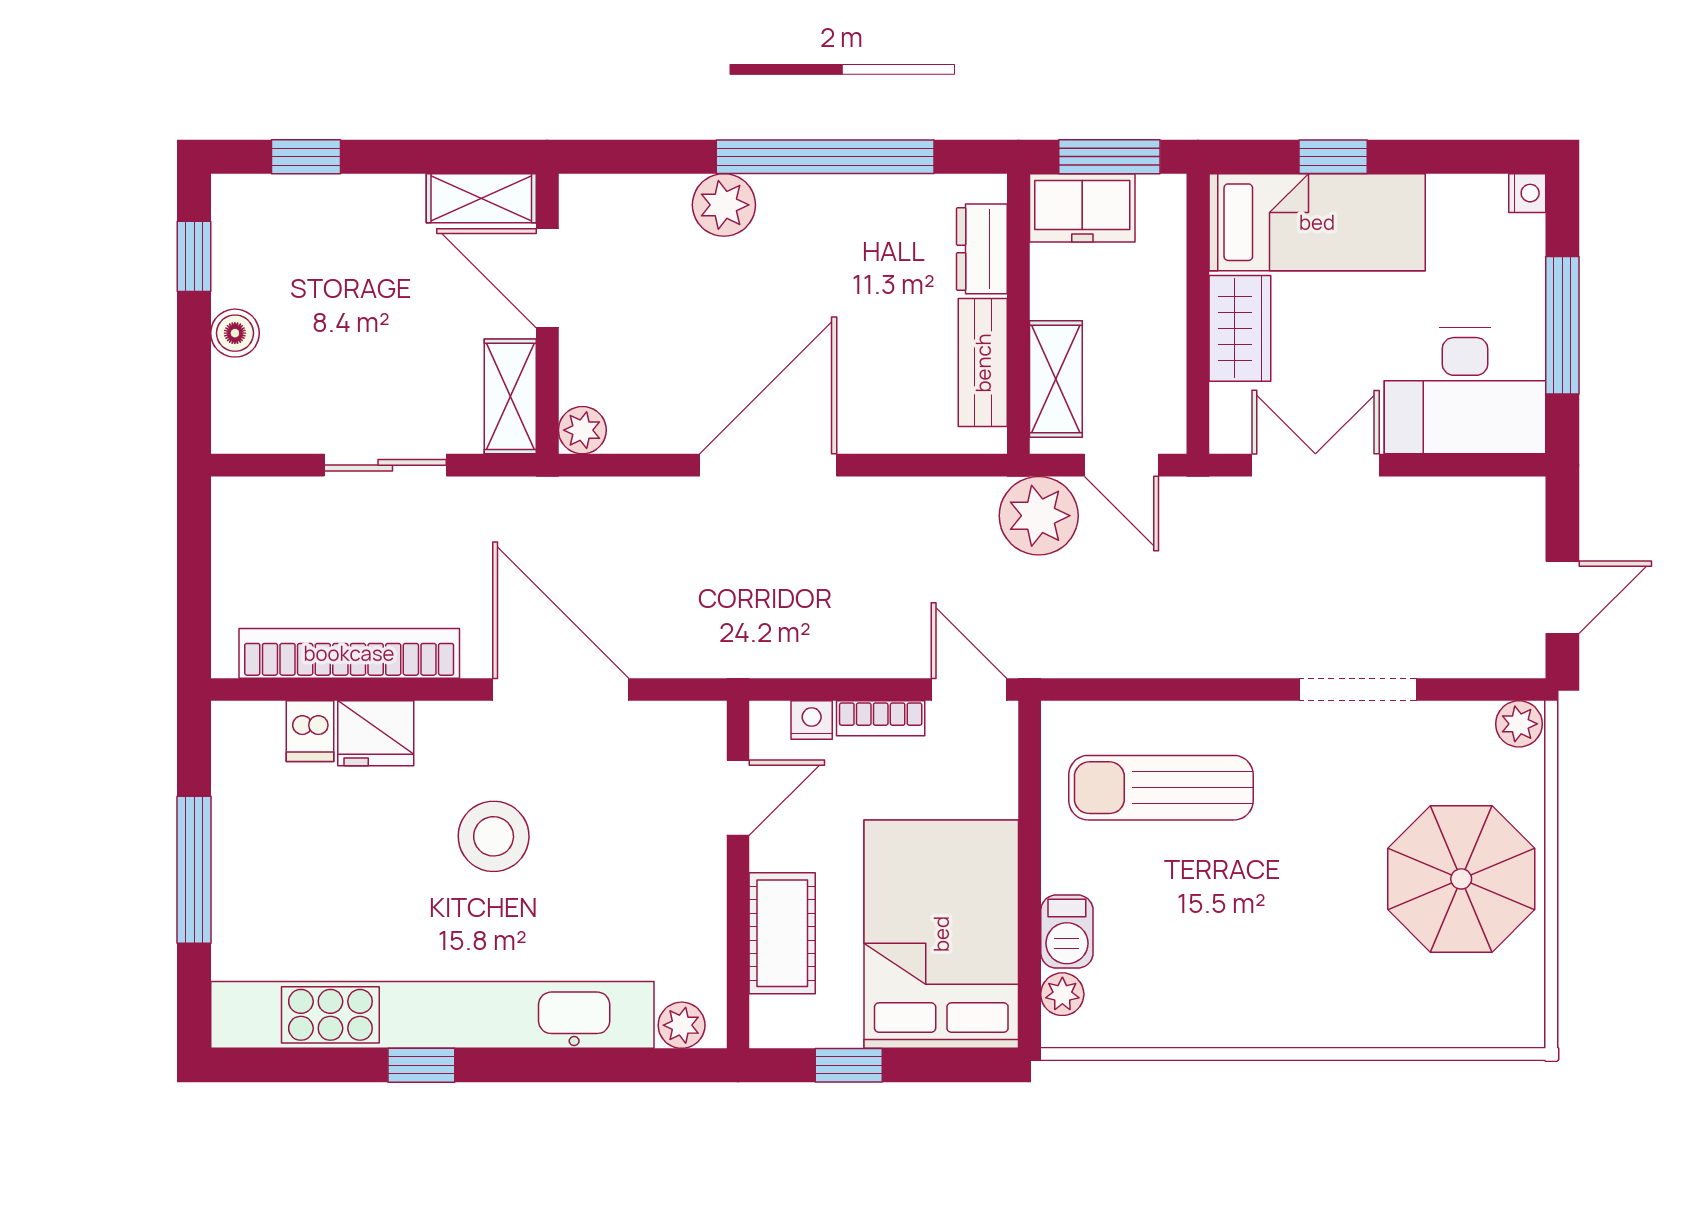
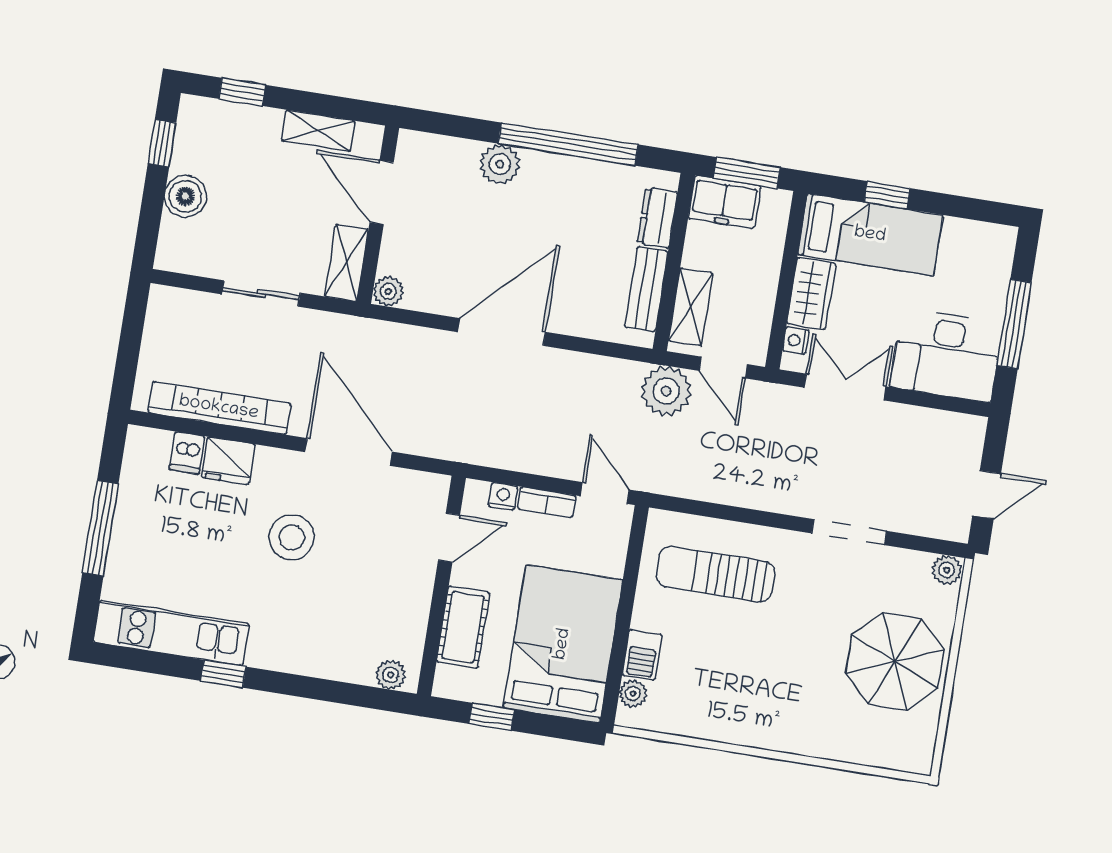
nightstand: (1527, 193) -> (796, 341), moved, turned 180
shelving: (481, 198) -> (318, 131), moved
boiler: (235, 333) -> (185, 196), width x1.36, depth x1.36
kitchen unit: (432, 1015) -> (171, 633), width x0.54

